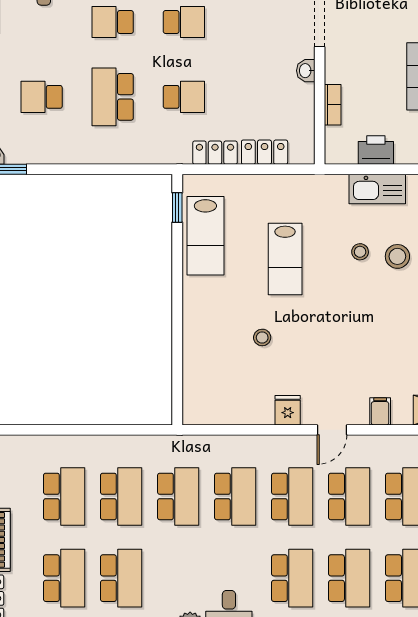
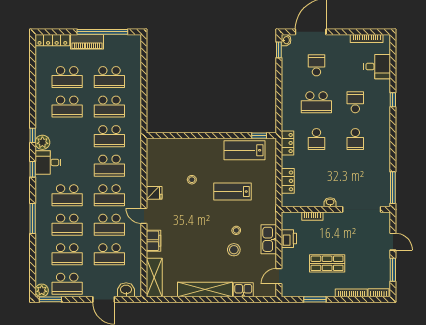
school desk: (113, 97) -> (316, 102), turned 180
locker: (215, 153) -> (288, 143), moved
filing cabinet: (380, 411) -> (154, 241), width x2.00

